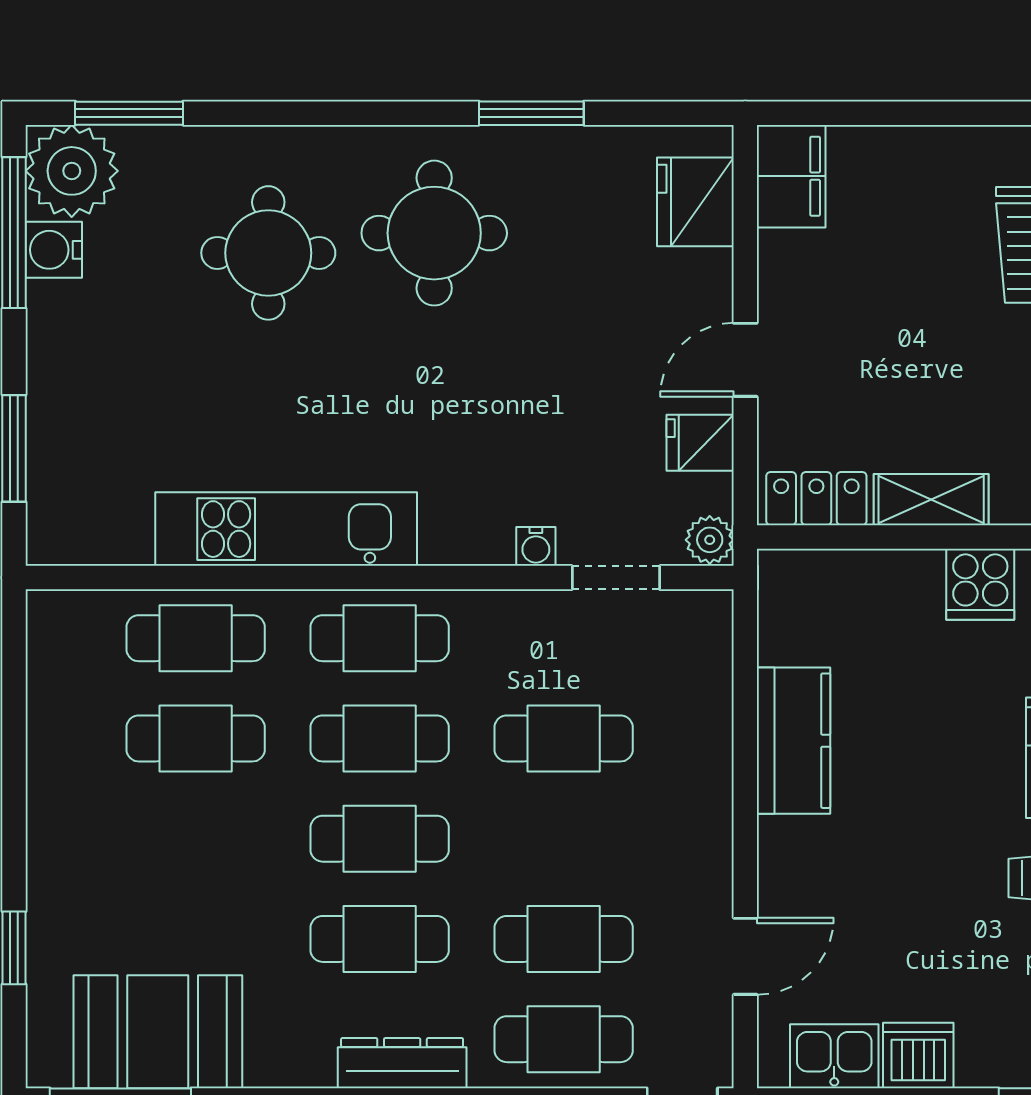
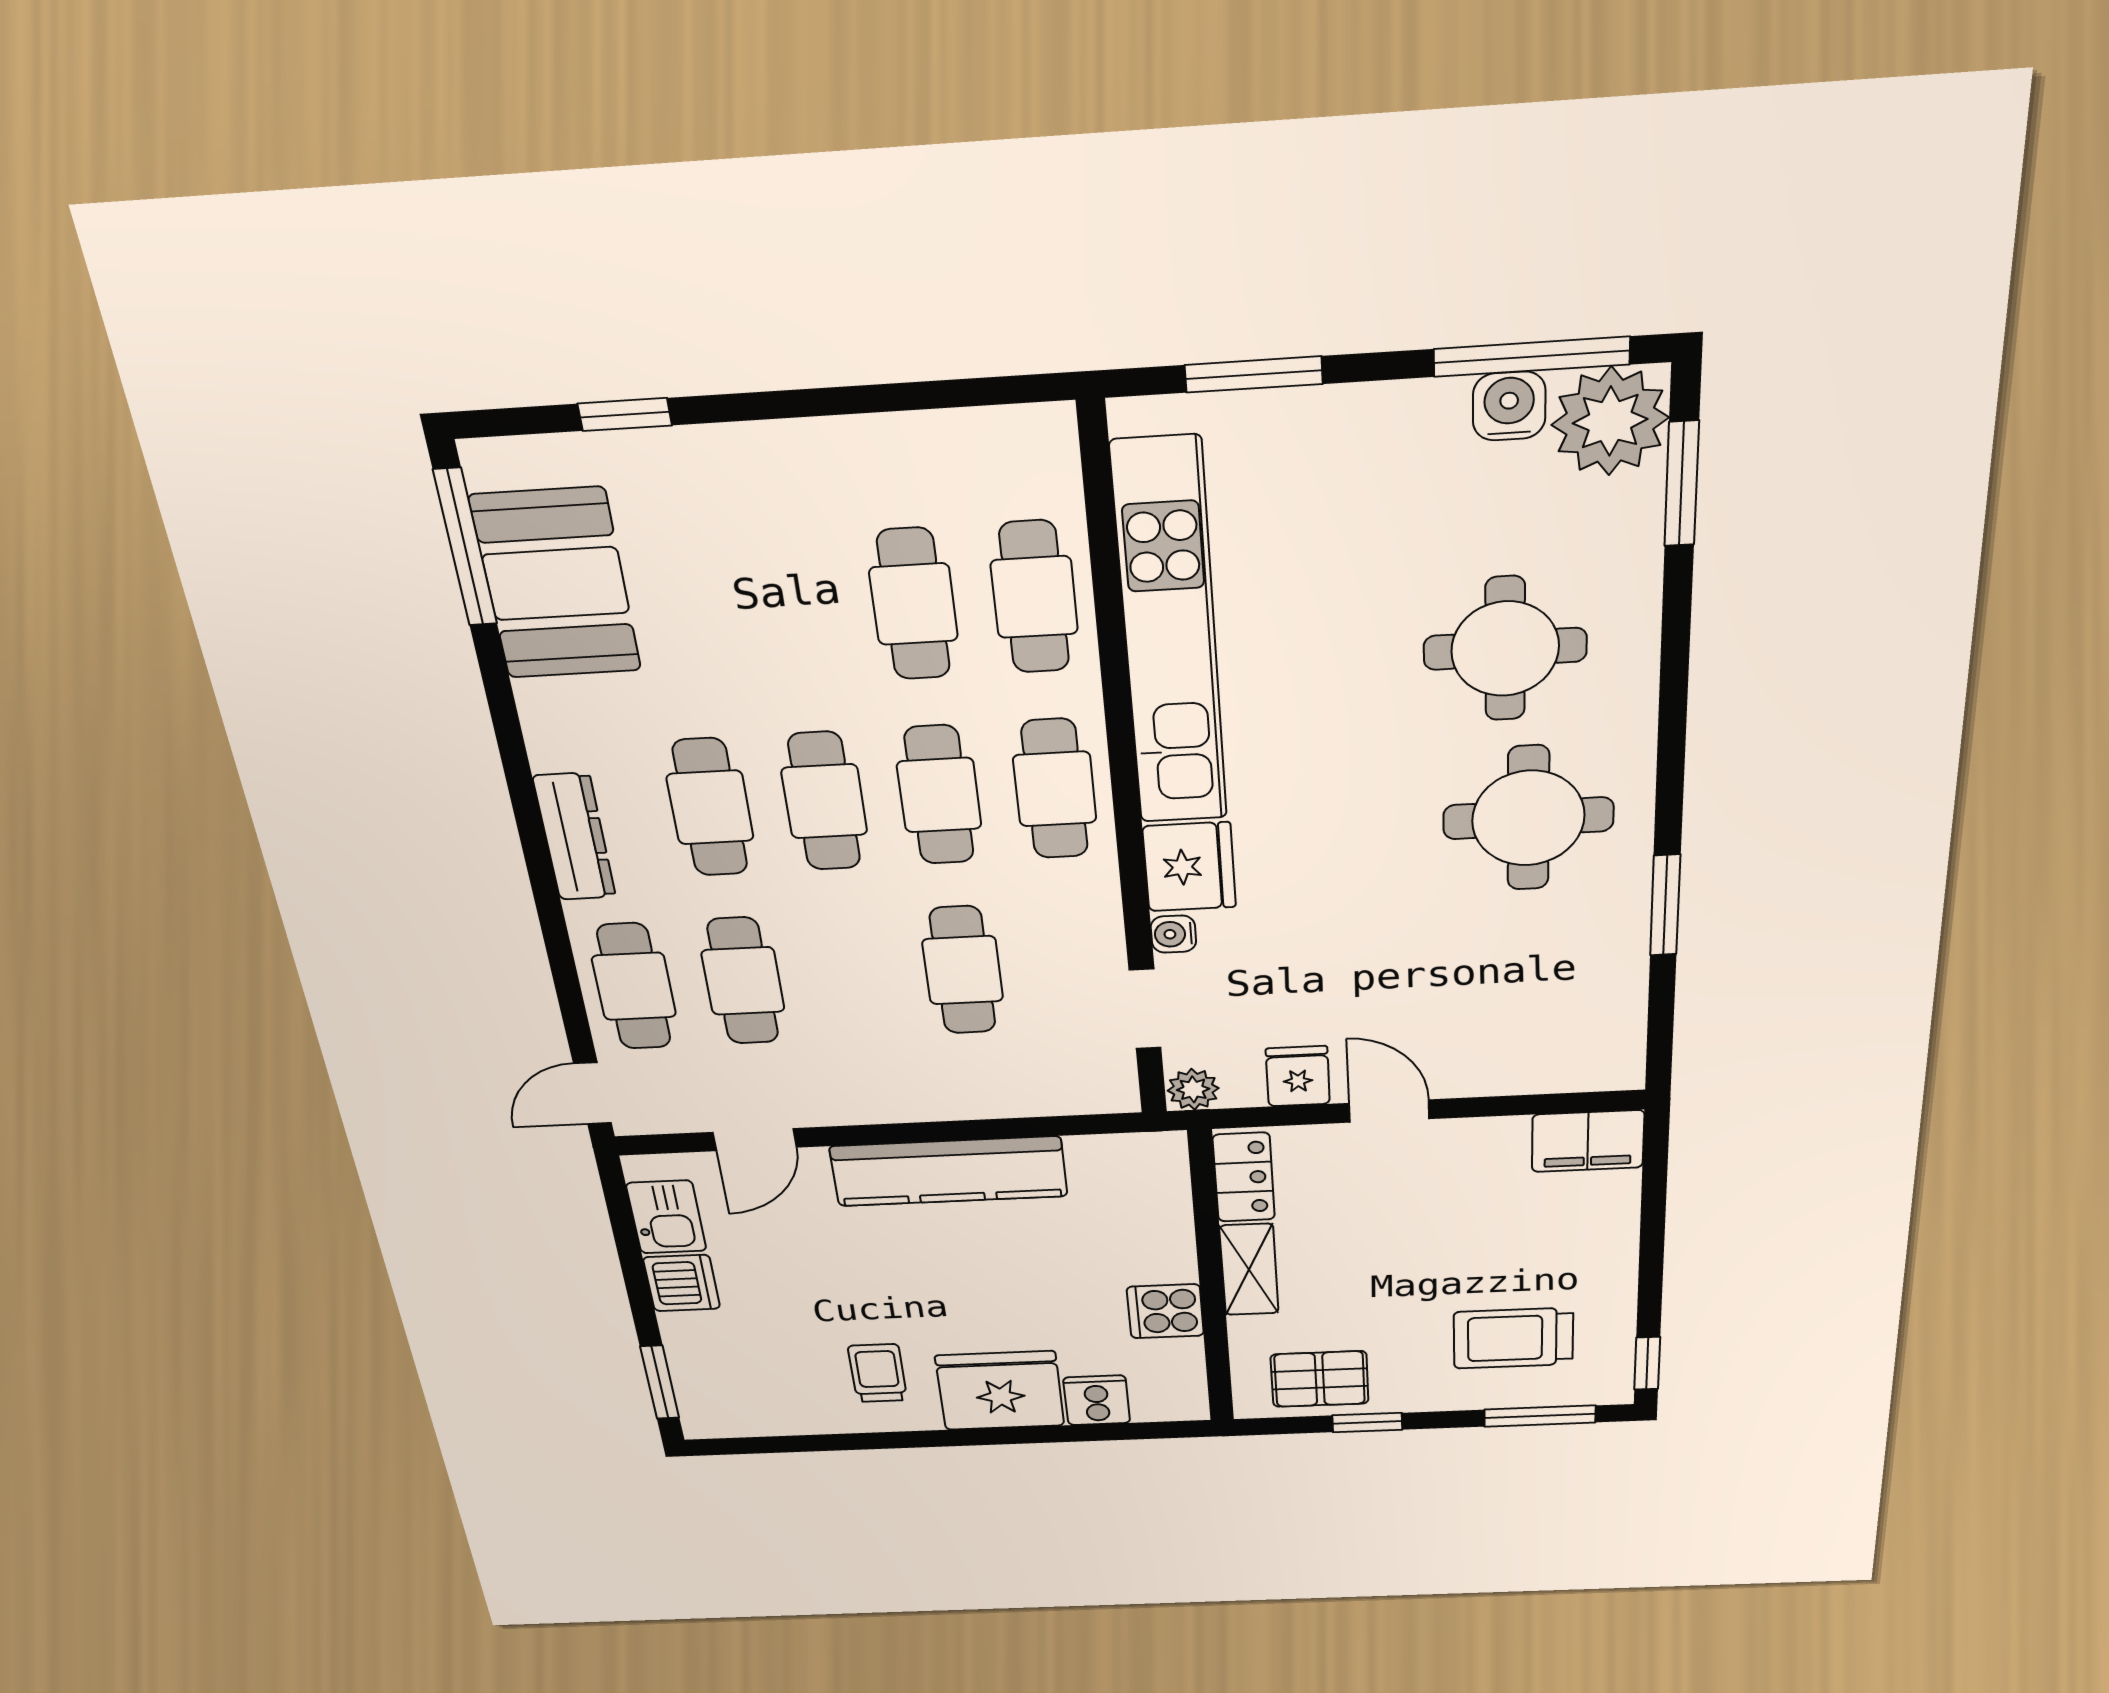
fridge: (695, 202) -> (1189, 867), moved, turned 90
kitchen unit: (286, 529) -> (1170, 636), width x1.36
kitchen counter: (793, 741) -> (949, 1171), width x1.50
door: (745, 956) -> (755, 1140), hinge flipped

